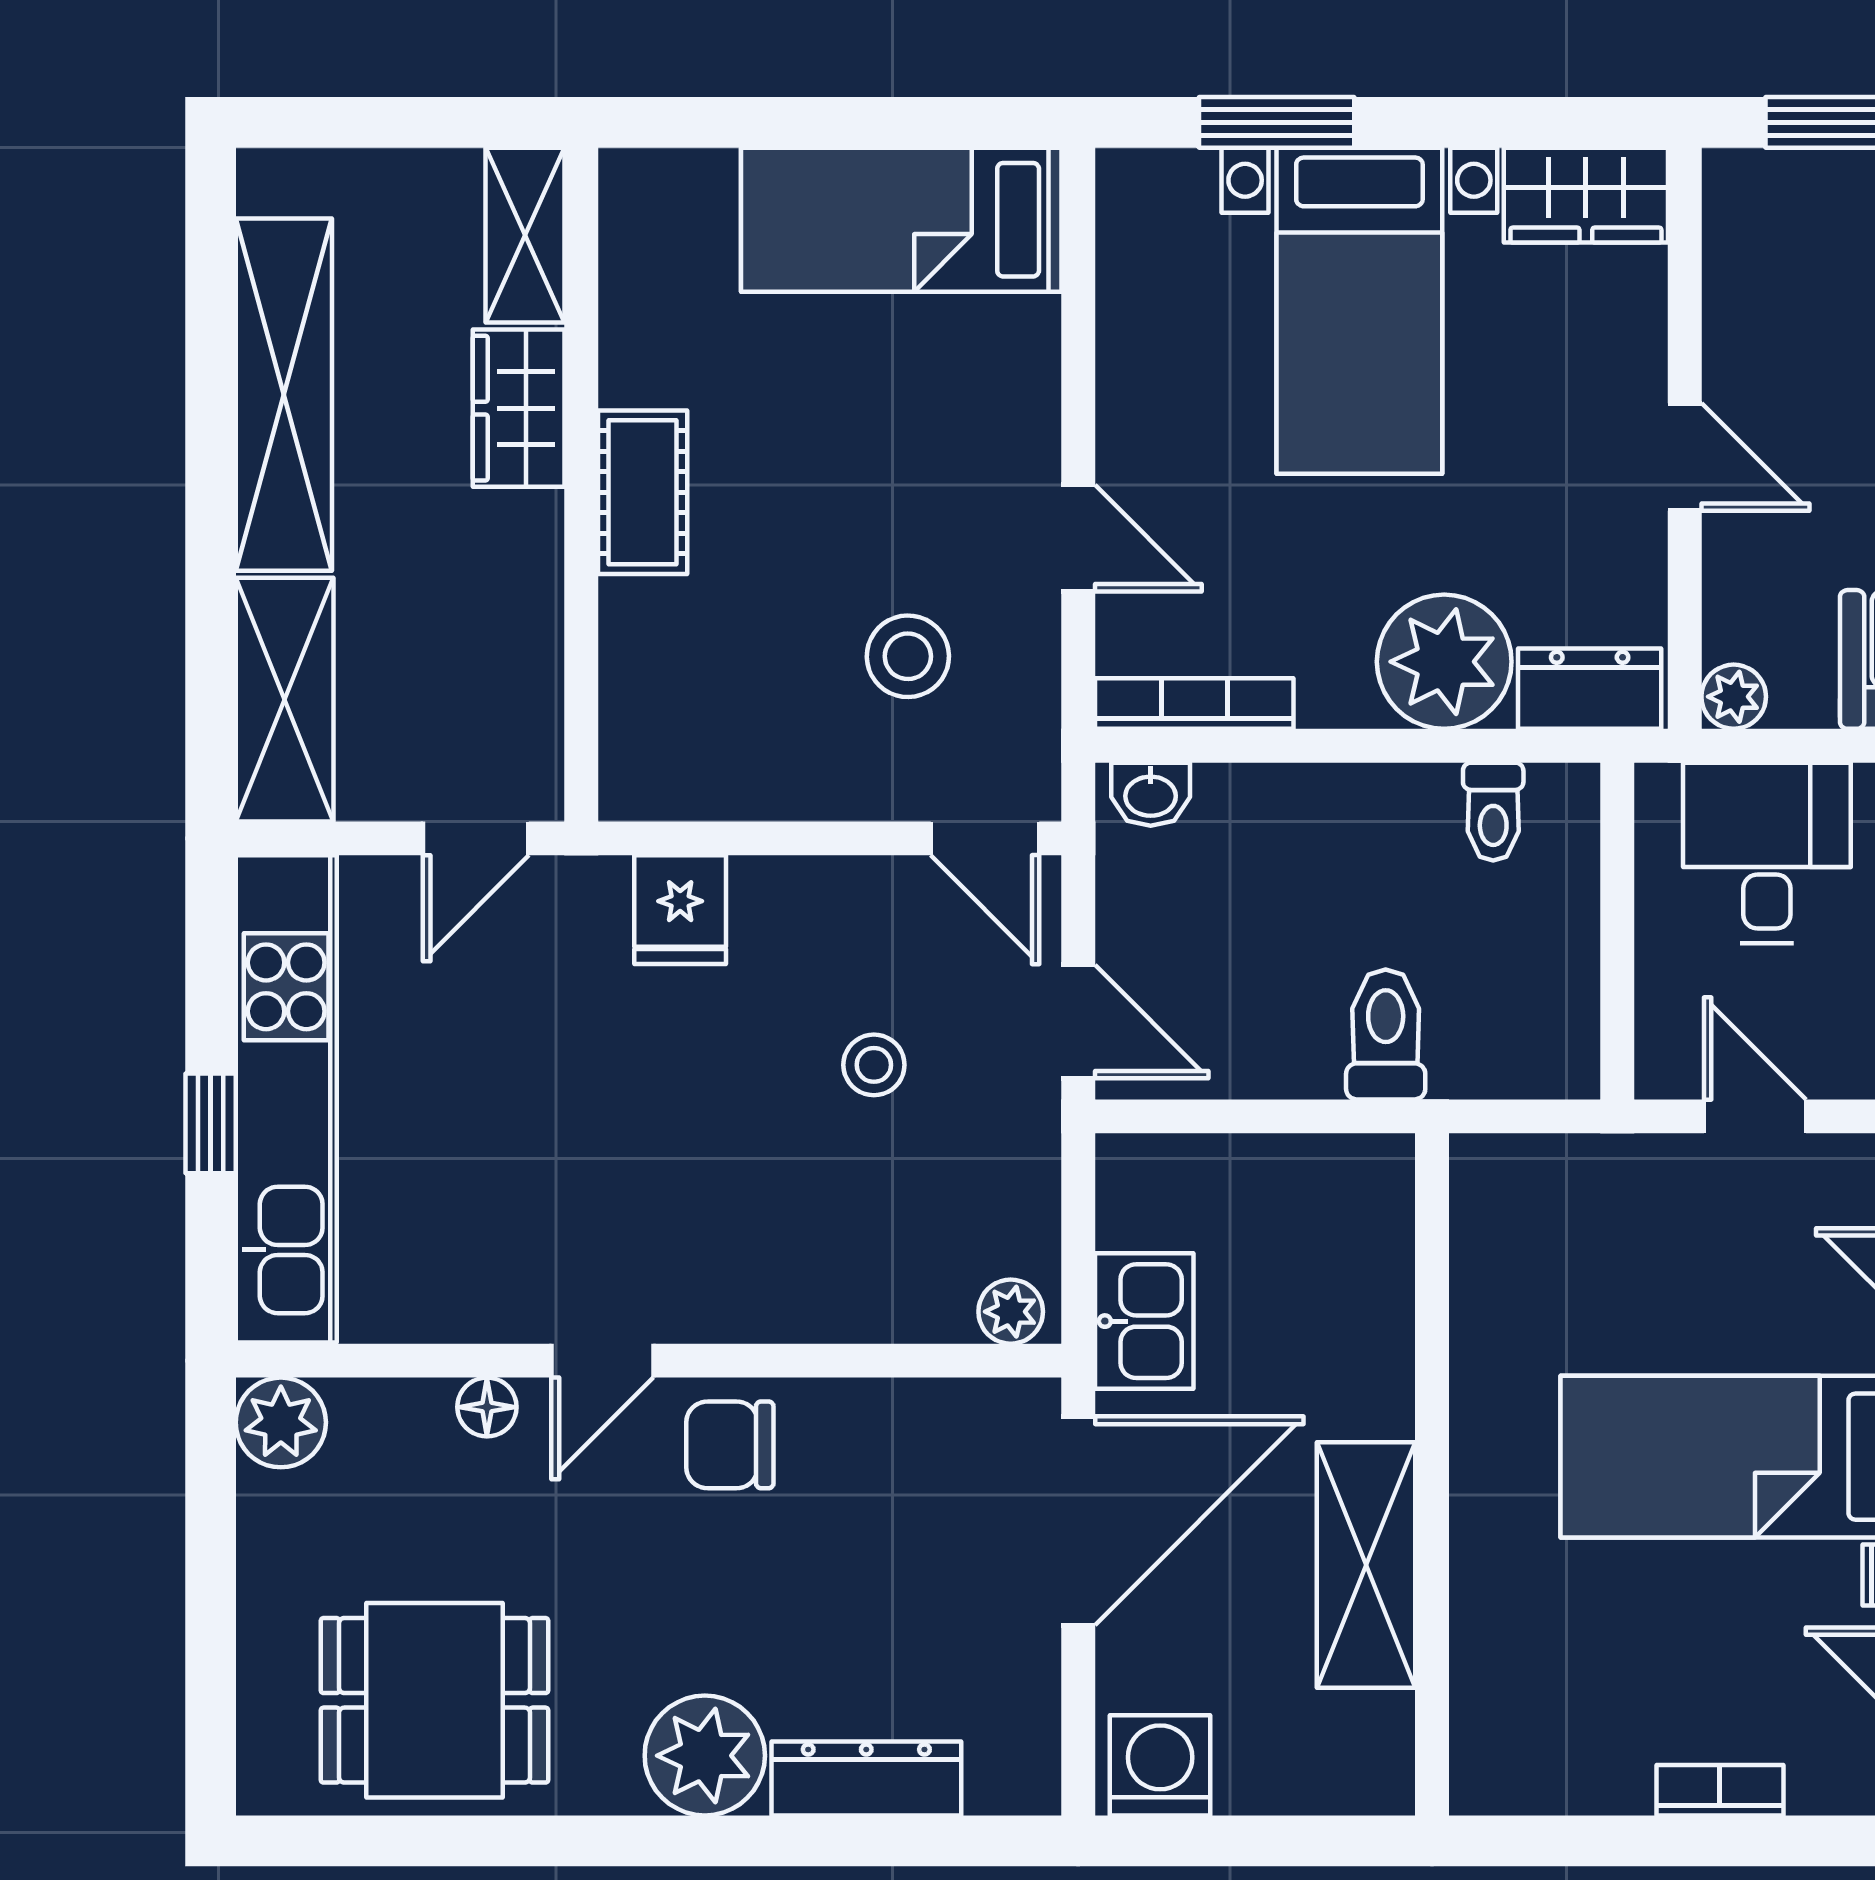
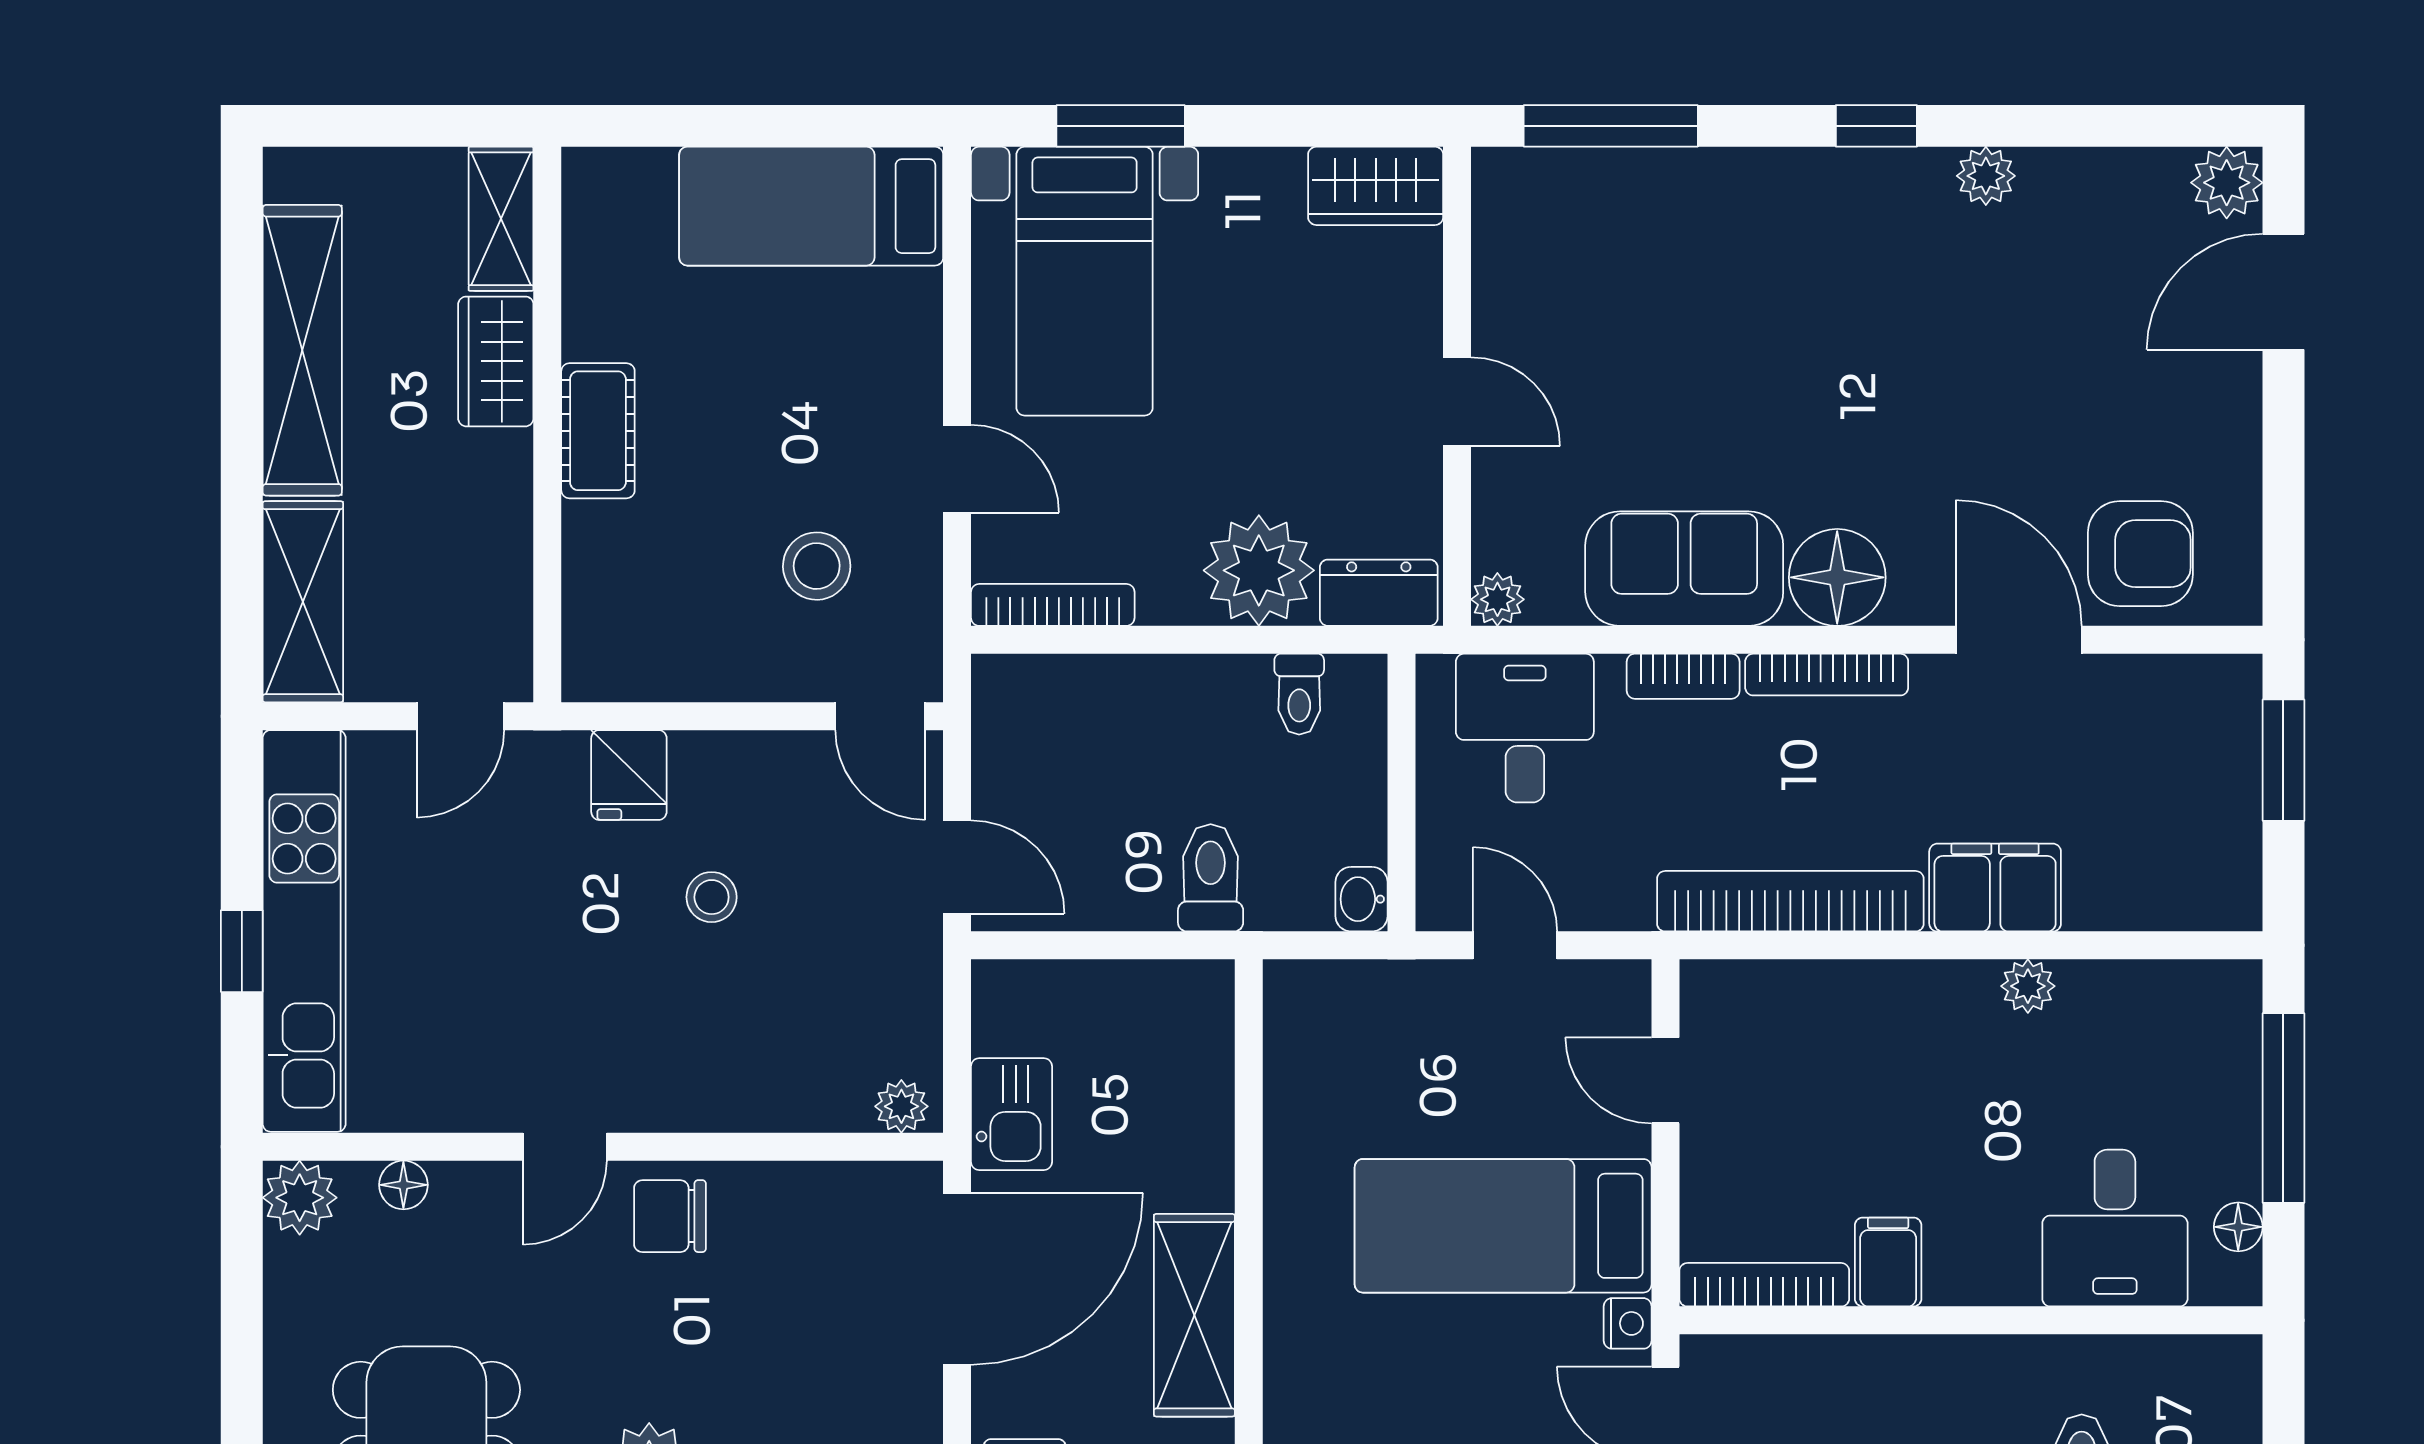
bed with nightstands: (1359, 311) -> (1085, 281), moved
washbasin: (1151, 794) -> (1361, 899), moved, turned 90
stool: (874, 1065) -> (712, 897), moved
floor lamp: (487, 1407) -> (403, 1185), moved

